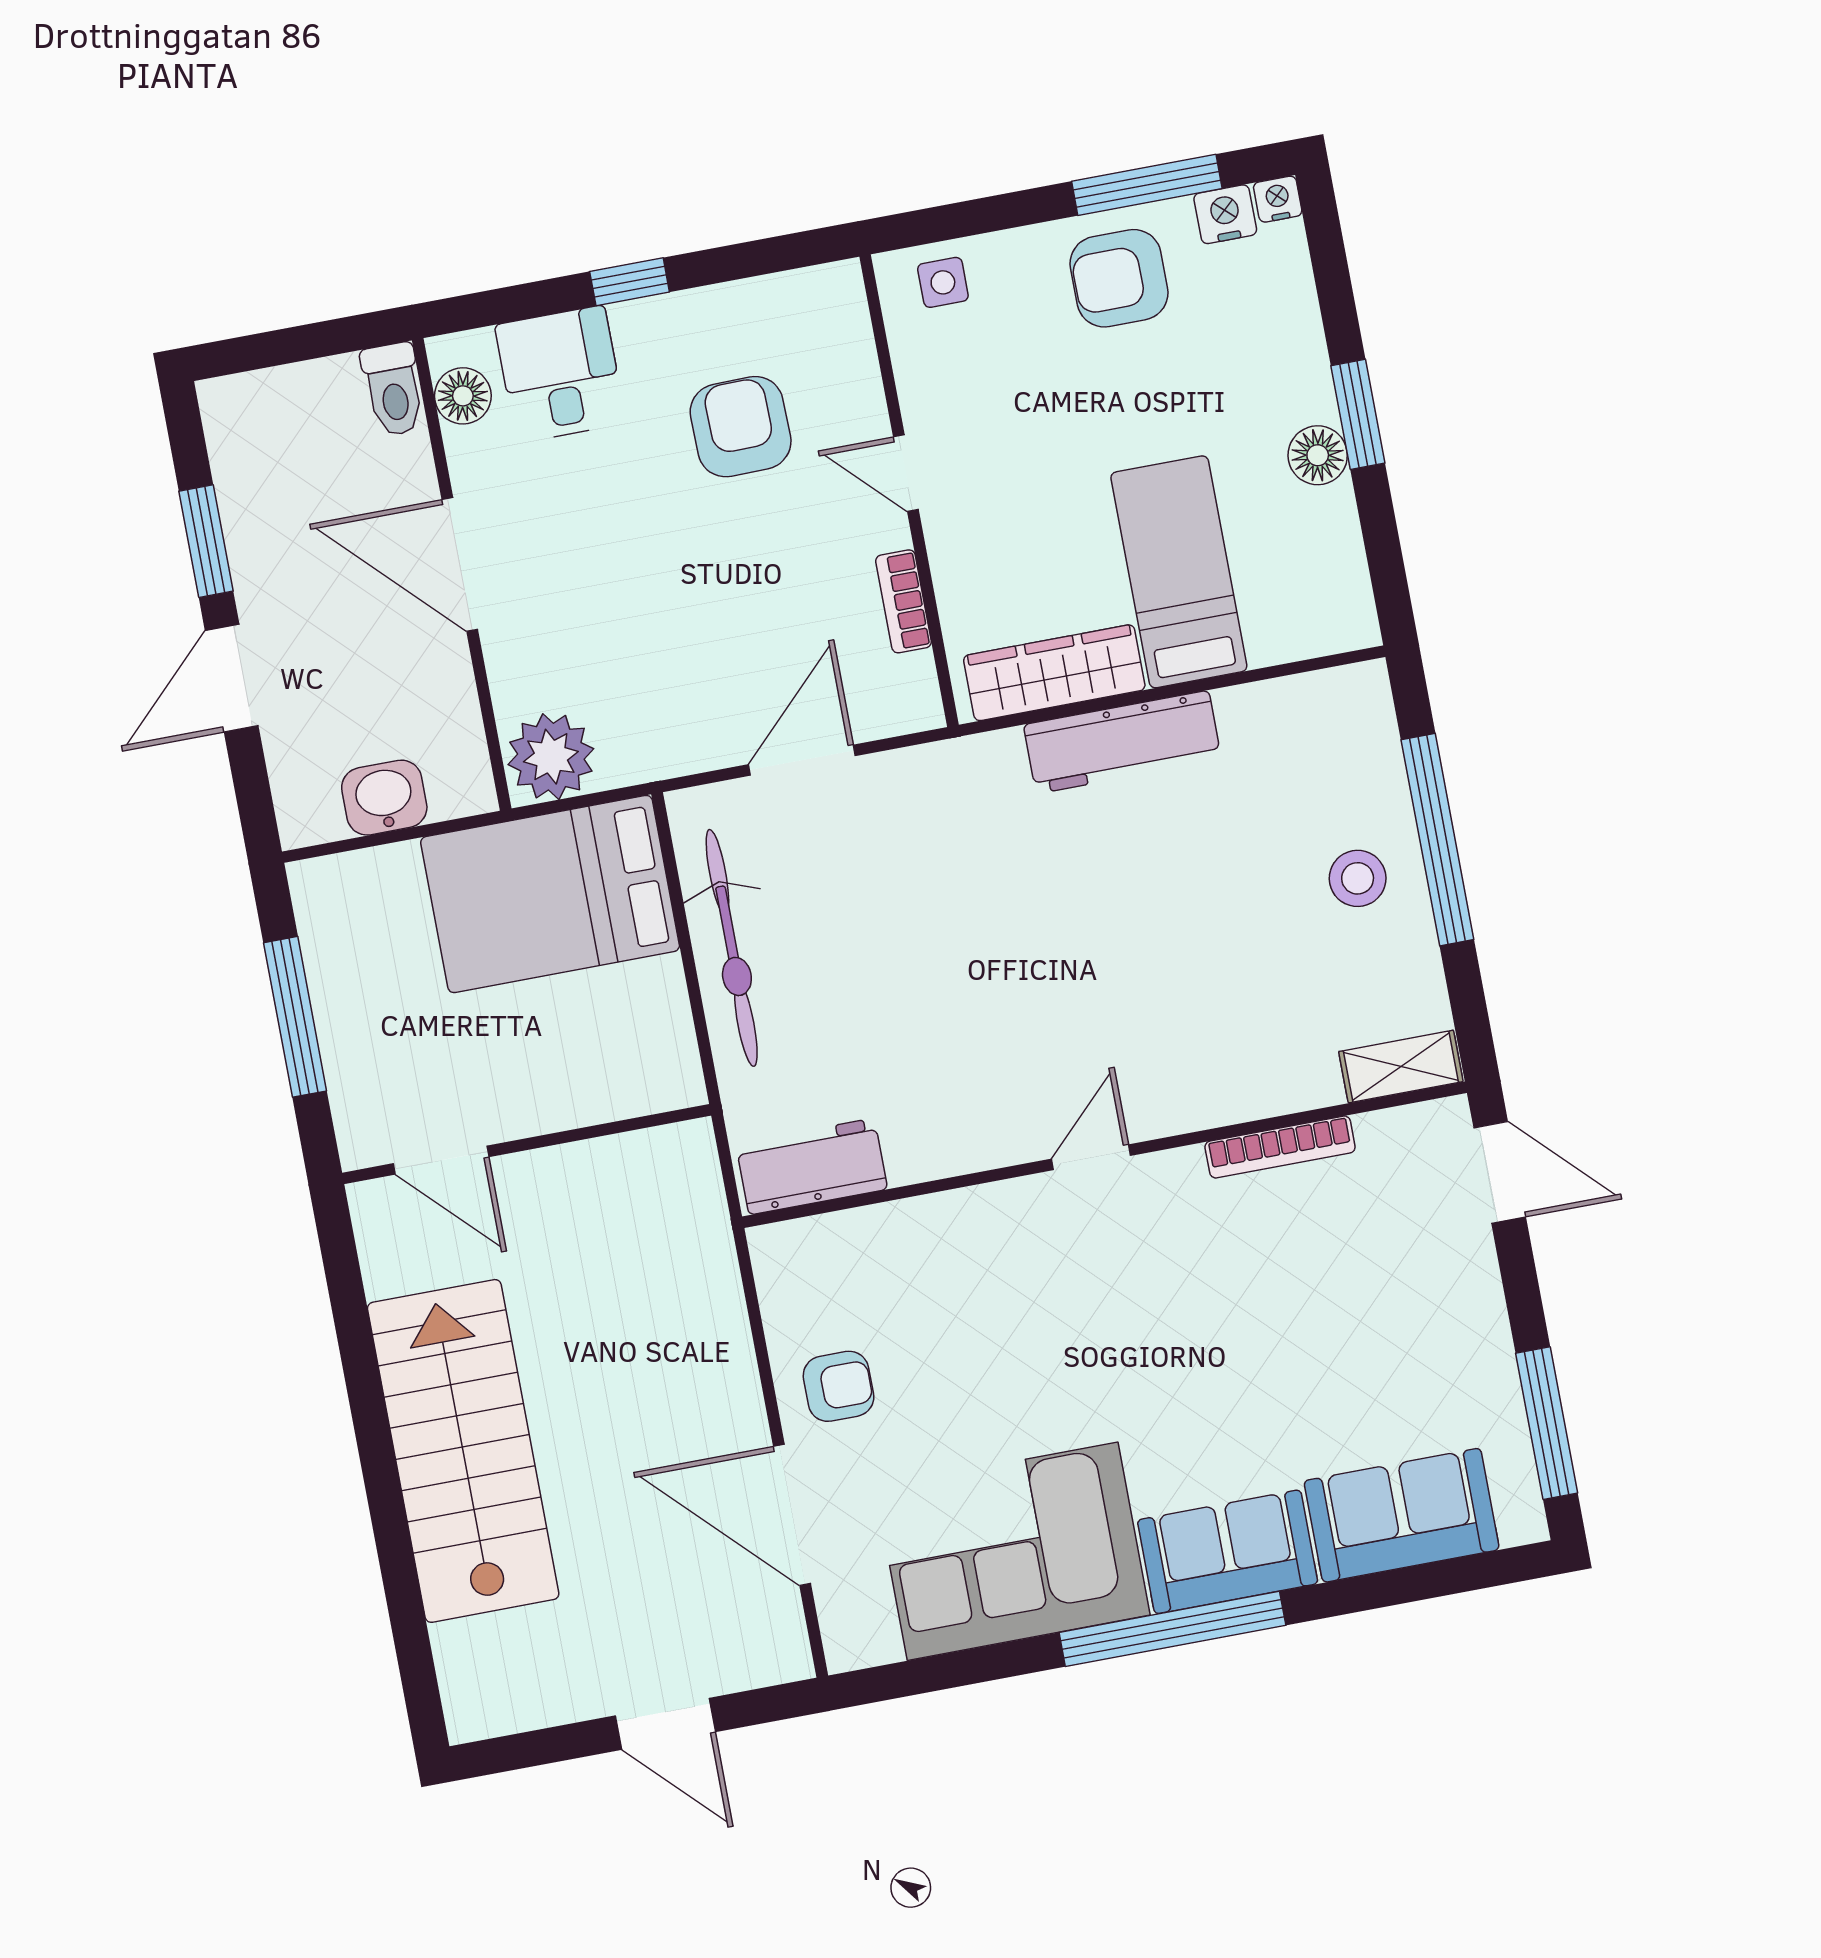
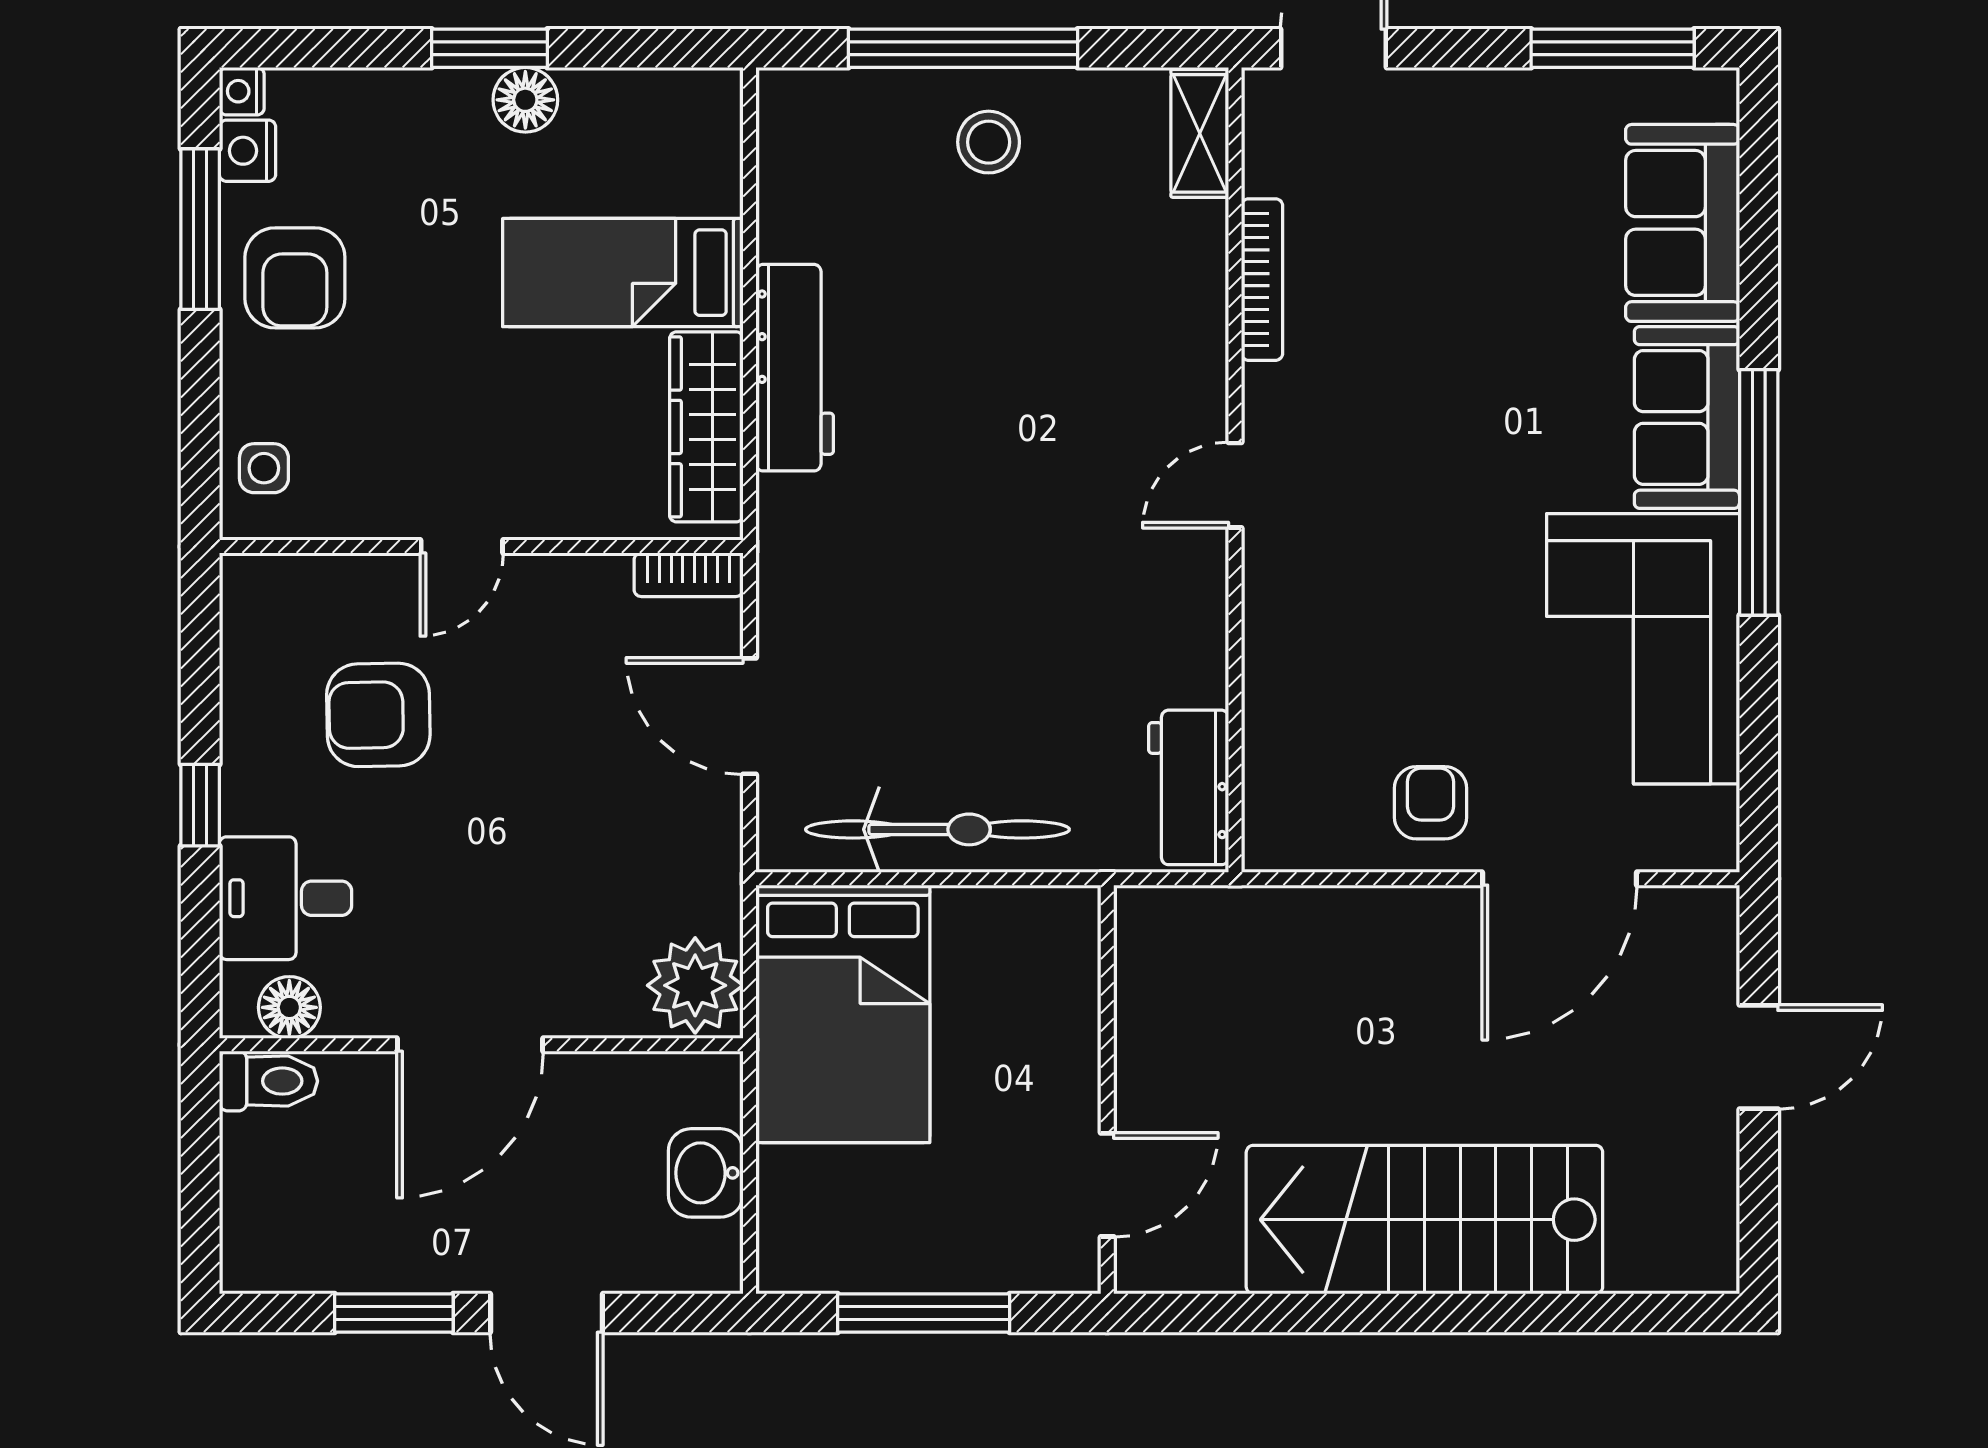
bookcase: (904, 601) -> (689, 575), moved
door: (1091, 1157) -> (1235, 485), hinge flipped

